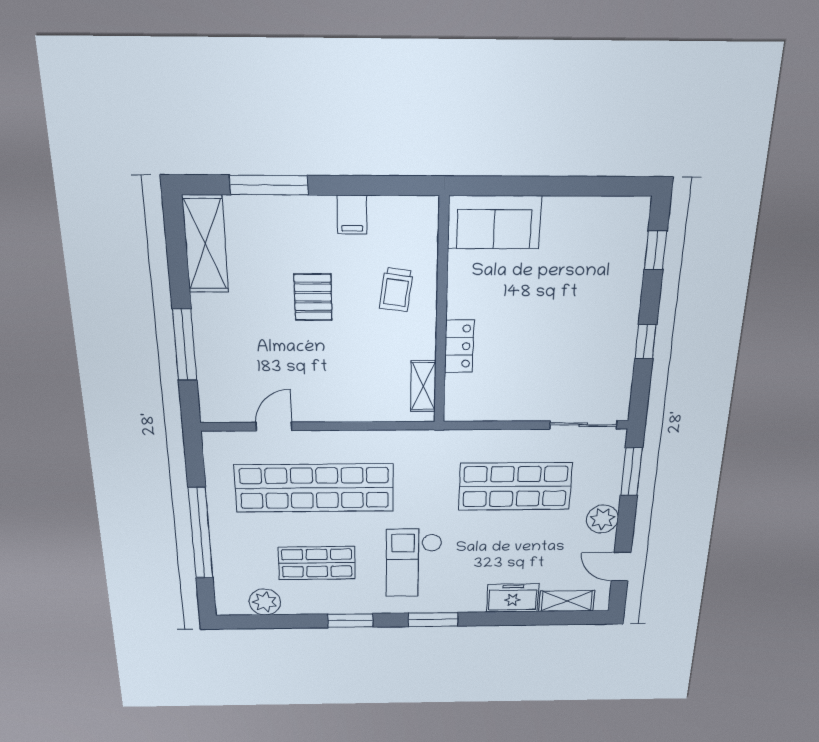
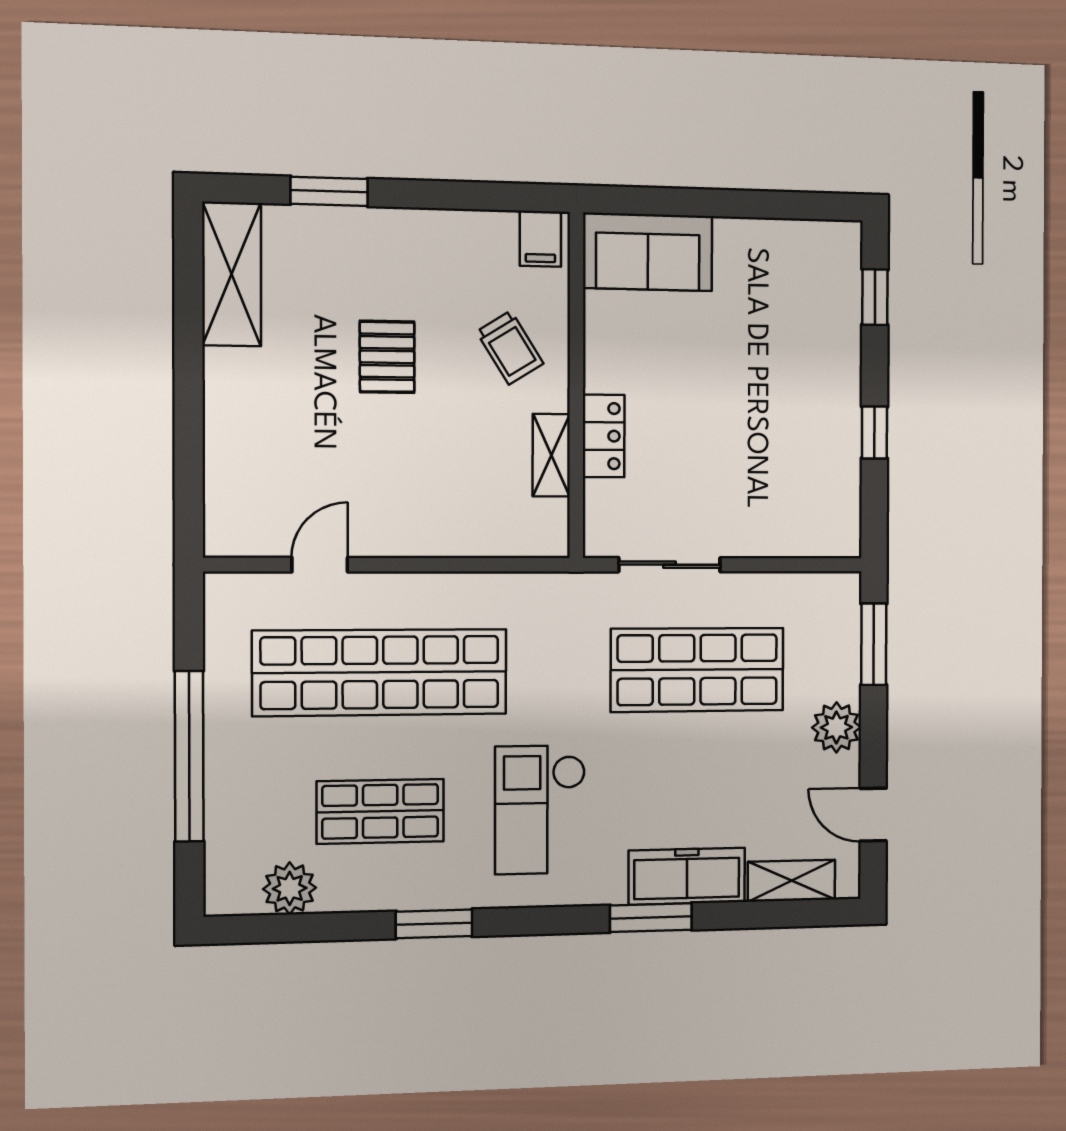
window: (269, 185) -> (329, 191), width x0.69
filing cabinet: (352, 215) -> (540, 239), moved
trolley: (396, 290) -> (510, 348), turned -40
window: (185, 345) -> (189, 428), removed
shelving: (423, 386) -> (551, 455), moved
sliding door: (583, 425) -> (670, 565), moved
freezer: (513, 598) -> (687, 876), width x1.40
window: (433, 620) -> (651, 918), moved

